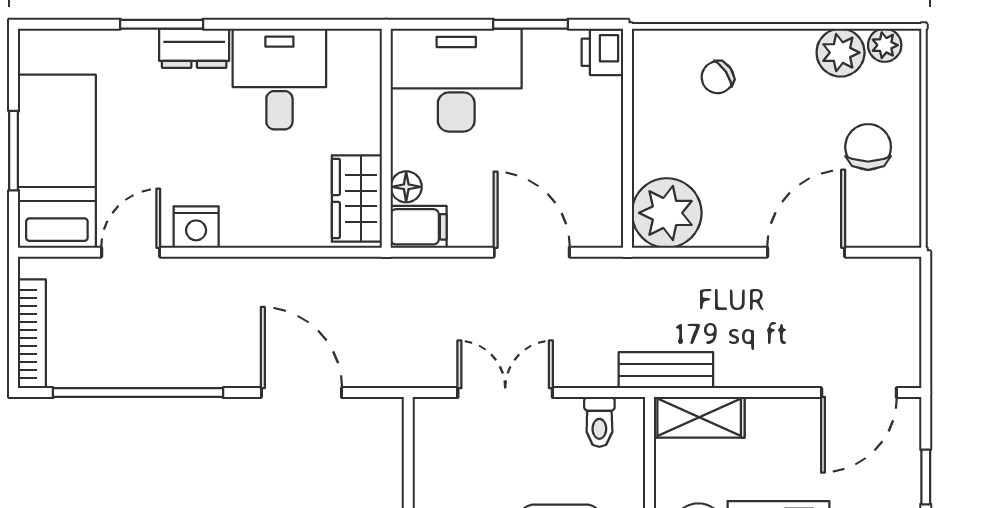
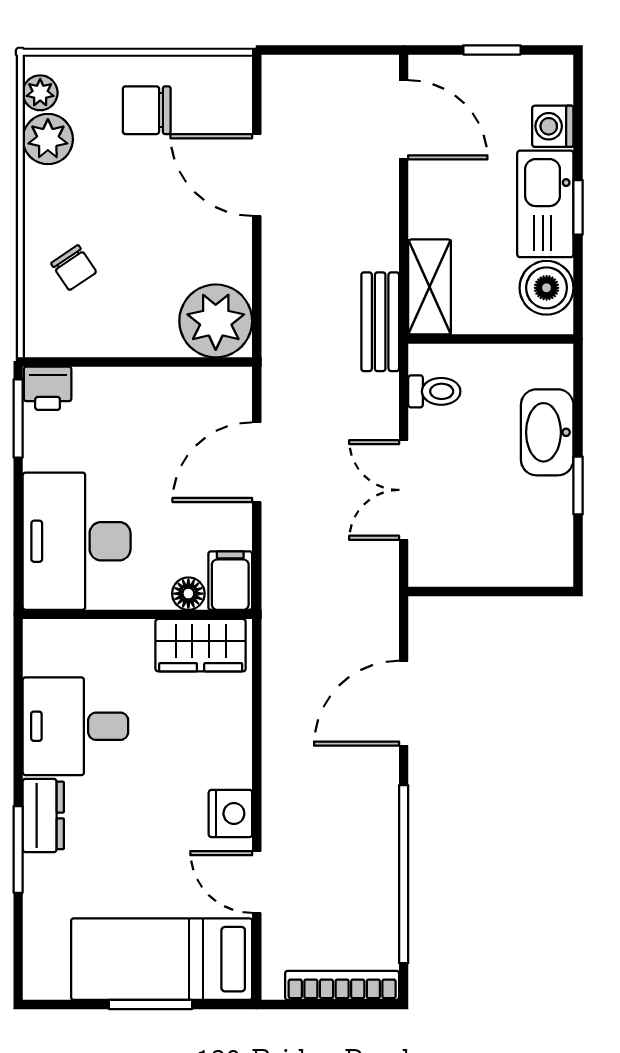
window: (531, 24) -> (18, 418), moved

